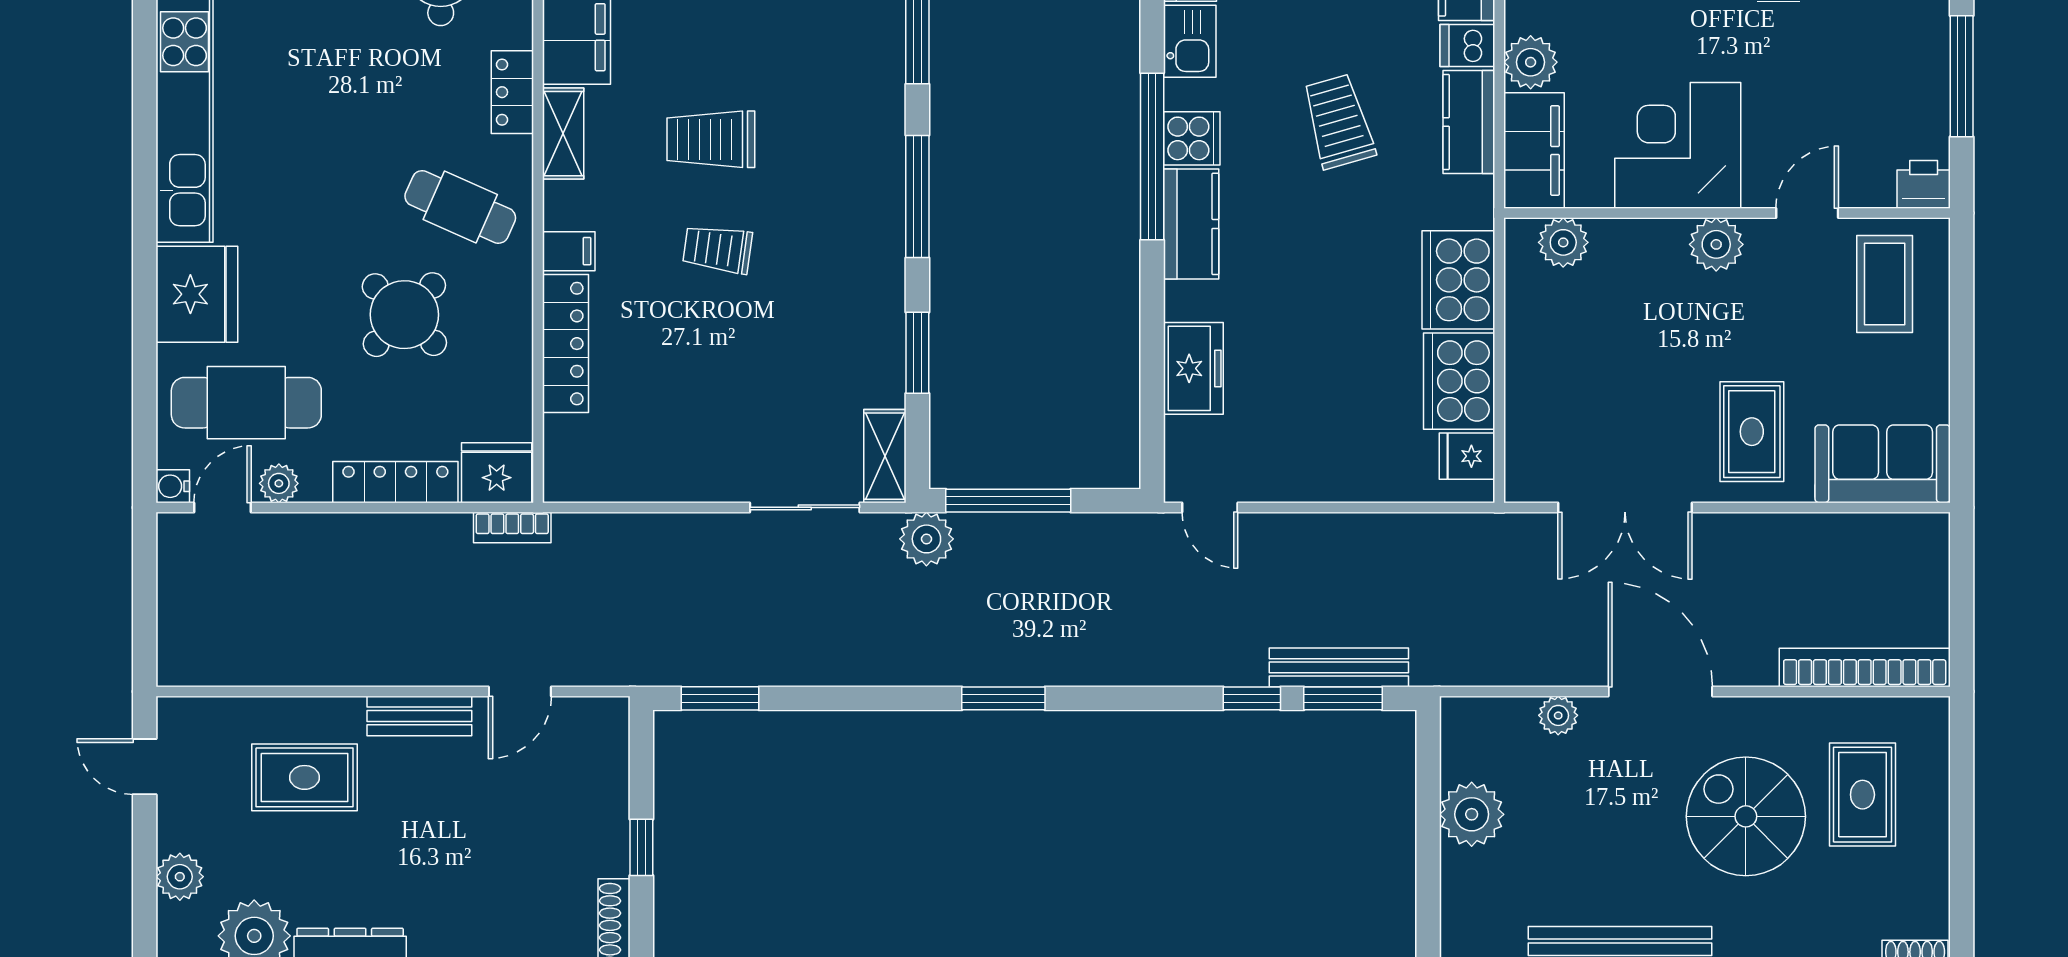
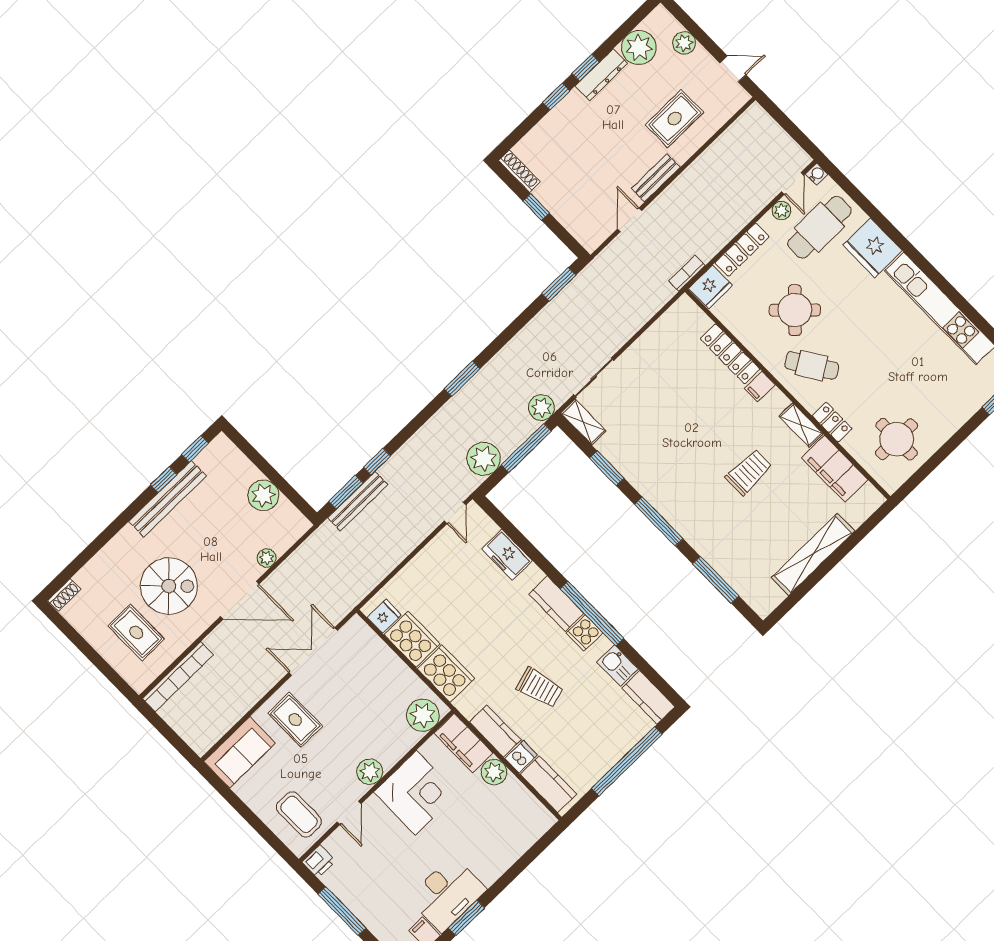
cafe table: (460, 207) -> (812, 366), turned 34
plant: (1563, 242) -> (423, 715), width x1.36, depth x1.36
trolley: (718, 249) -> (710, 437), removed
door: (1210, 507) -> (455, 513), swing flipped
plant: (1088, 547) -> (484, 459), added

